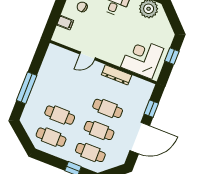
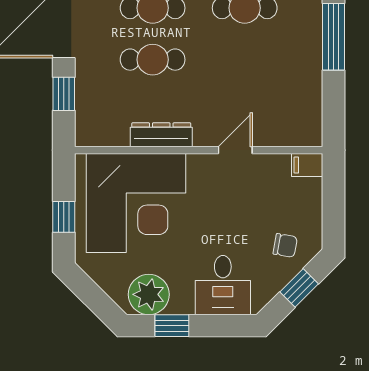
filing cabinet: (65, 23) -> (307, 165), moved
corner desk: (142, 58) -> (136, 203), width x1.36, depth x1.36

